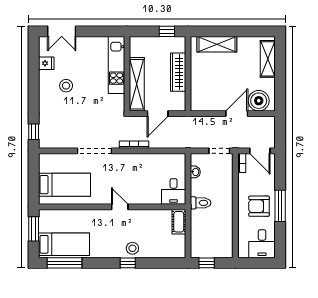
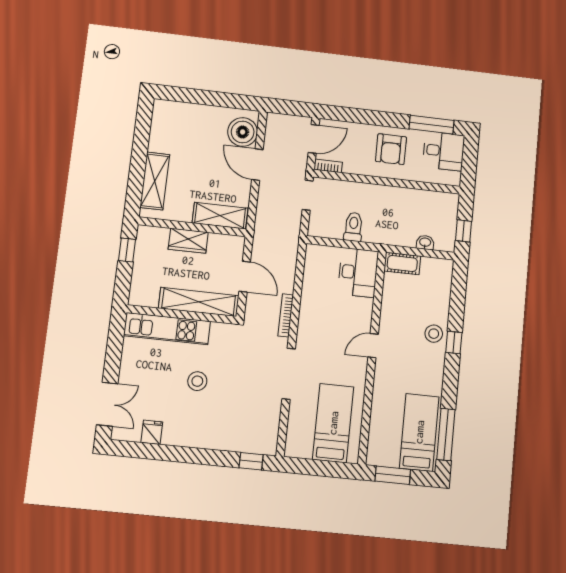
shelving: (268, 59) -> (220, 216), moved
wardrobe: (178, 72) -> (188, 241), width x0.67
stool: (66, 86) -> (197, 381), moved
washbasin: (195, 172) -> (425, 242), moved
desk: (174, 191) -> (358, 273), width x1.37
toilet: (201, 203) -> (353, 227), moved
window: (280, 206) -> (432, 125), moved

